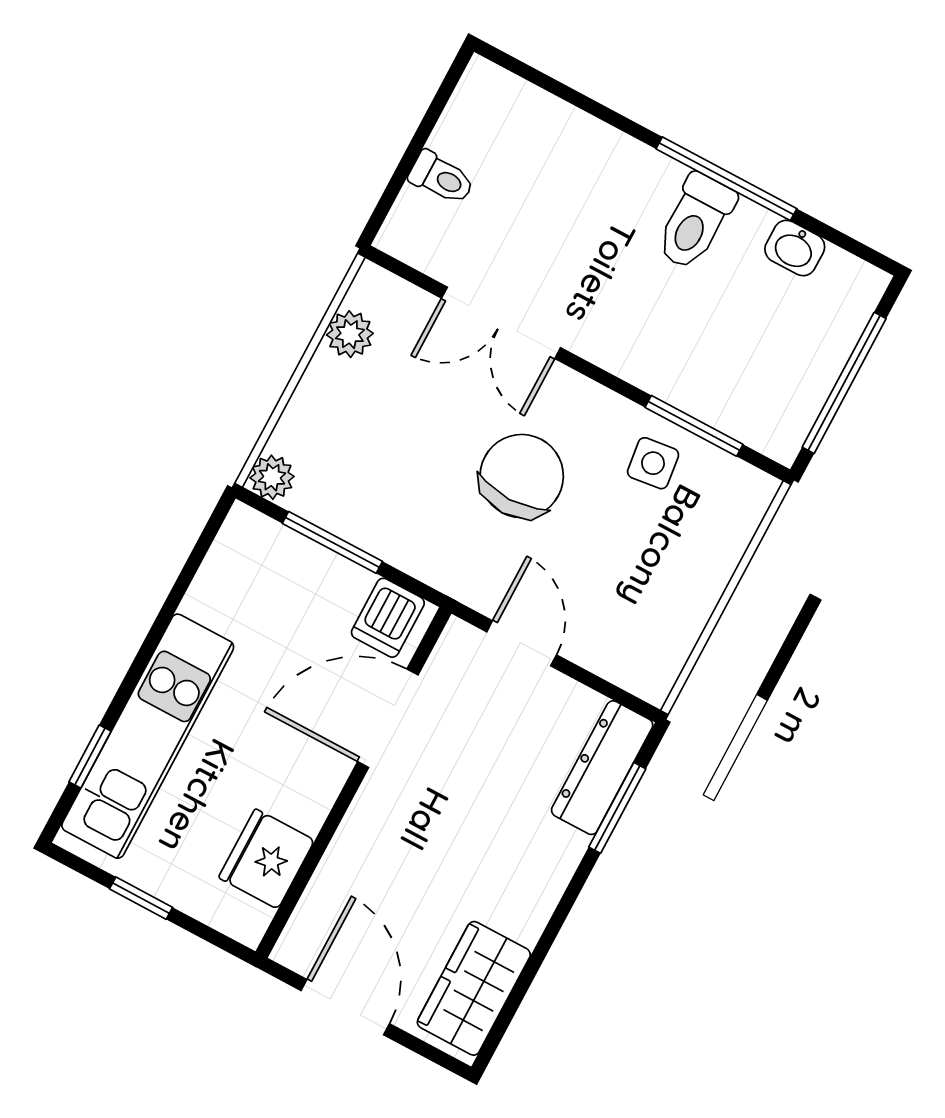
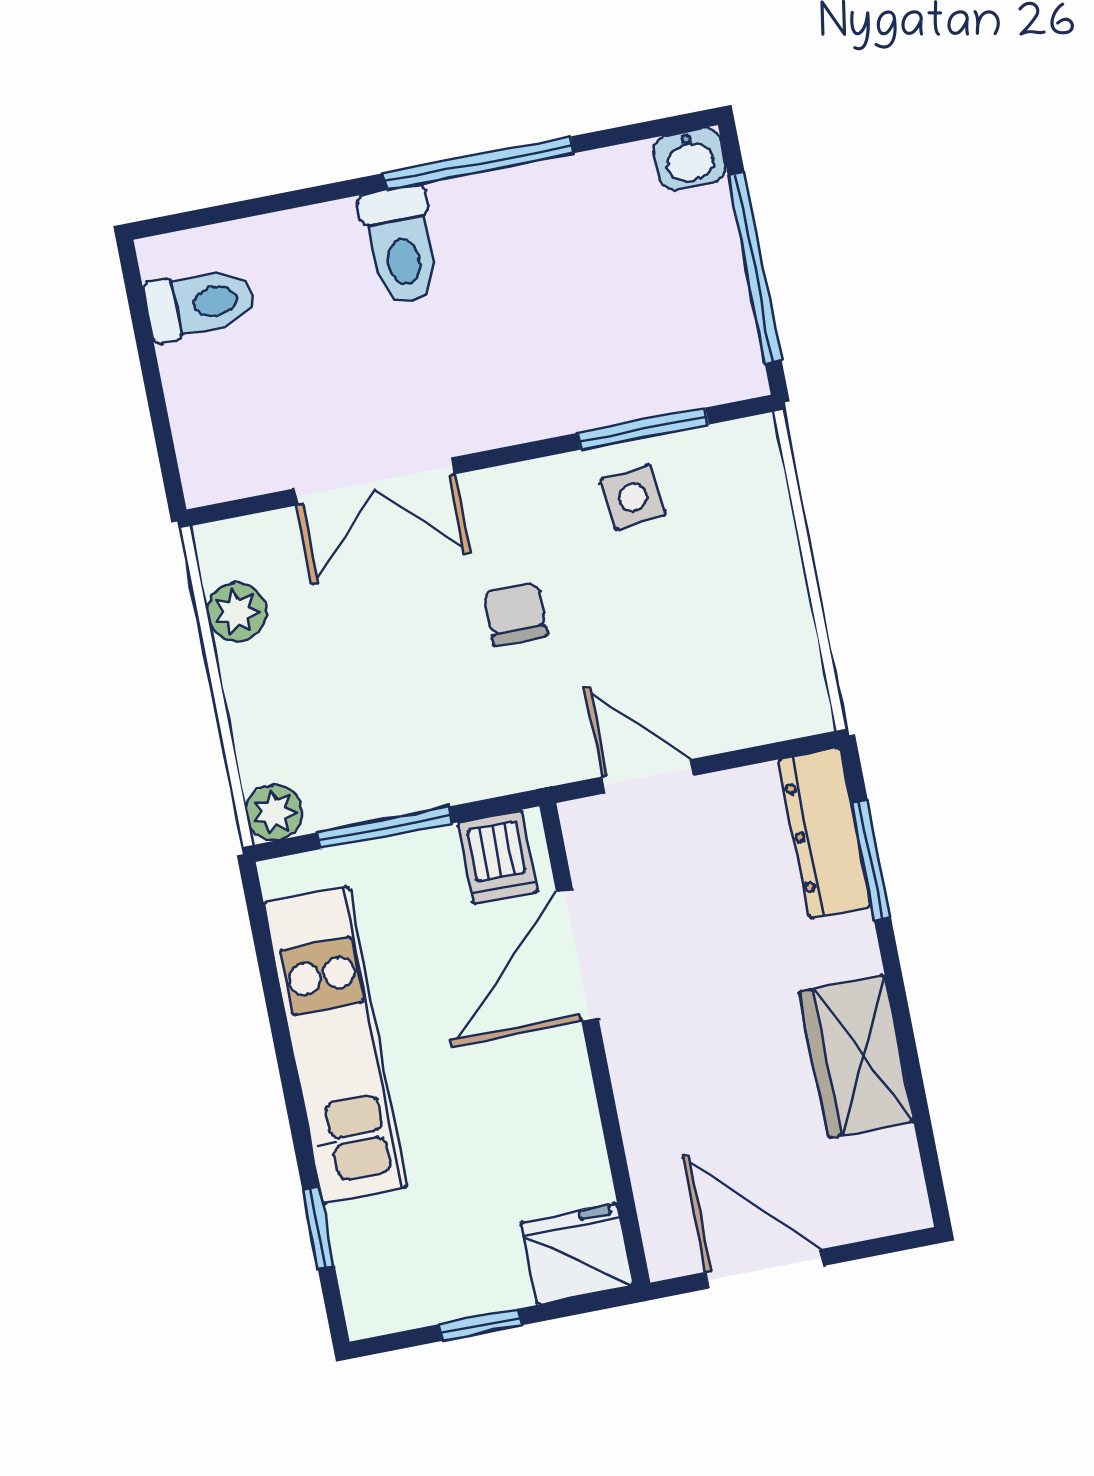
toilet: (441, 178) -> (200, 304), moved, width x1.37, depth x1.39
toilet: (695, 222) -> (401, 246), moved
washbasin: (795, 248) -> (690, 159), moved
chair: (522, 476) -> (516, 614), width x0.54, depth x0.54
kitchen unit: (148, 736) -> (335, 1045), moved
fridge: (266, 859) -> (577, 1254), moved, turned 90
wardrobe: (474, 988) -> (856, 1057), moved

